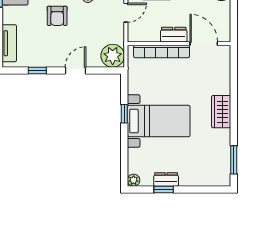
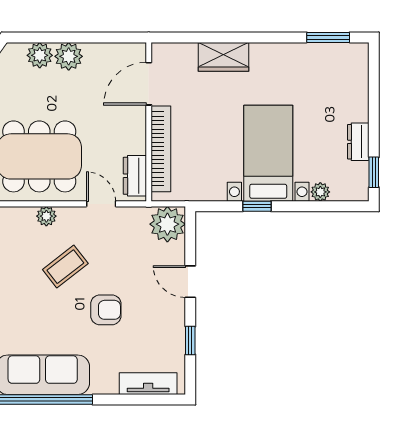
dresser: (174, 35) -> (135, 176), moved
wardrobe: (221, 112) -> (224, 57), moved
plant: (134, 180) -> (320, 192), moved
window: (164, 189) -> (374, 172), moved

